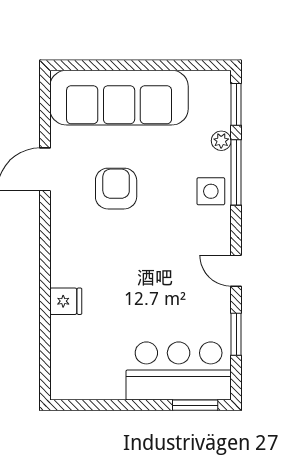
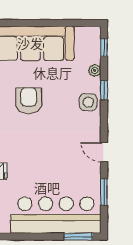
window: (236, 104) -> (104, 48), width x0.67
window: (236, 172) -> (104, 90), width x0.46
bar counter: (179, 371) -> (56, 215), width x1.36

